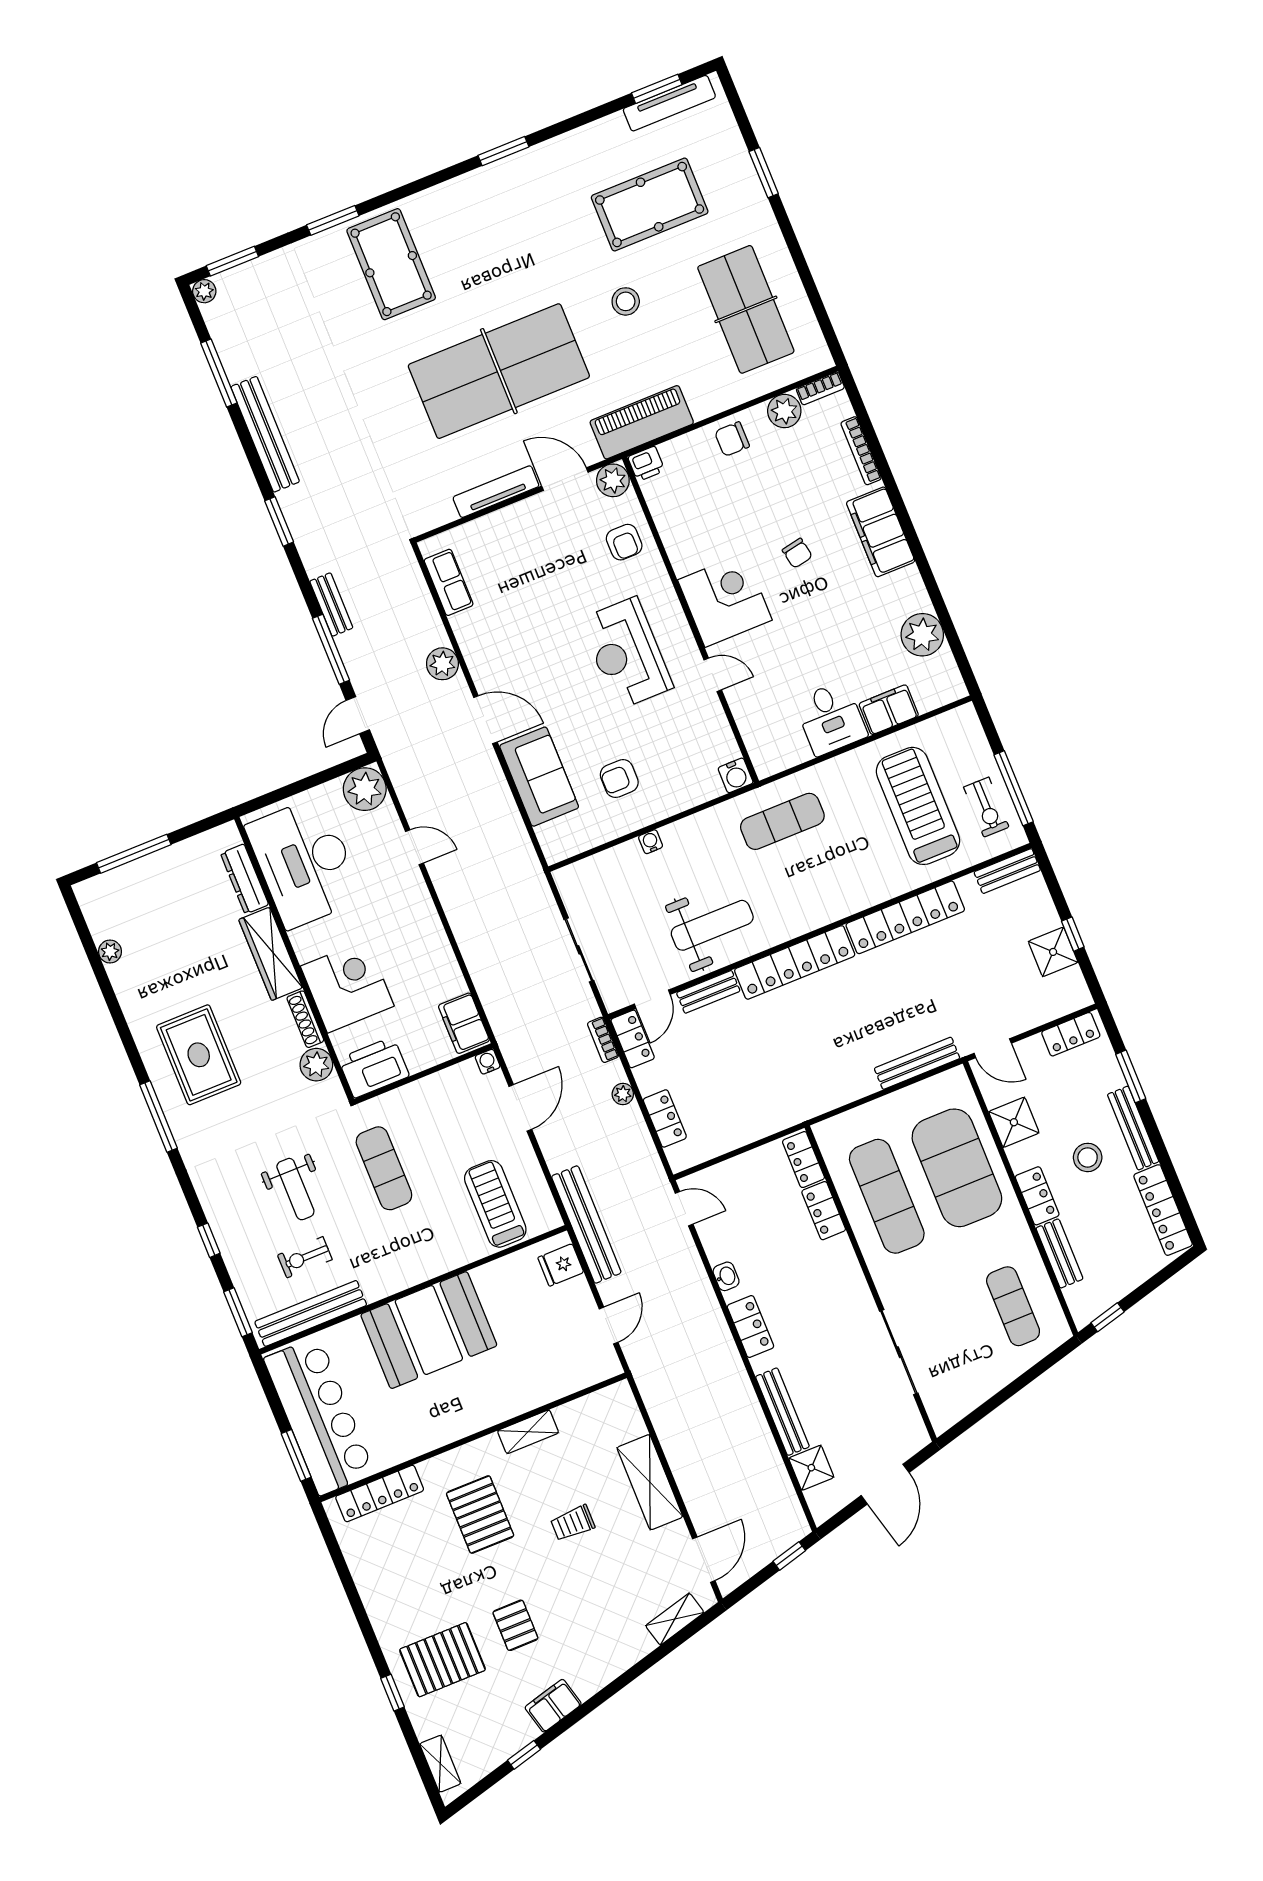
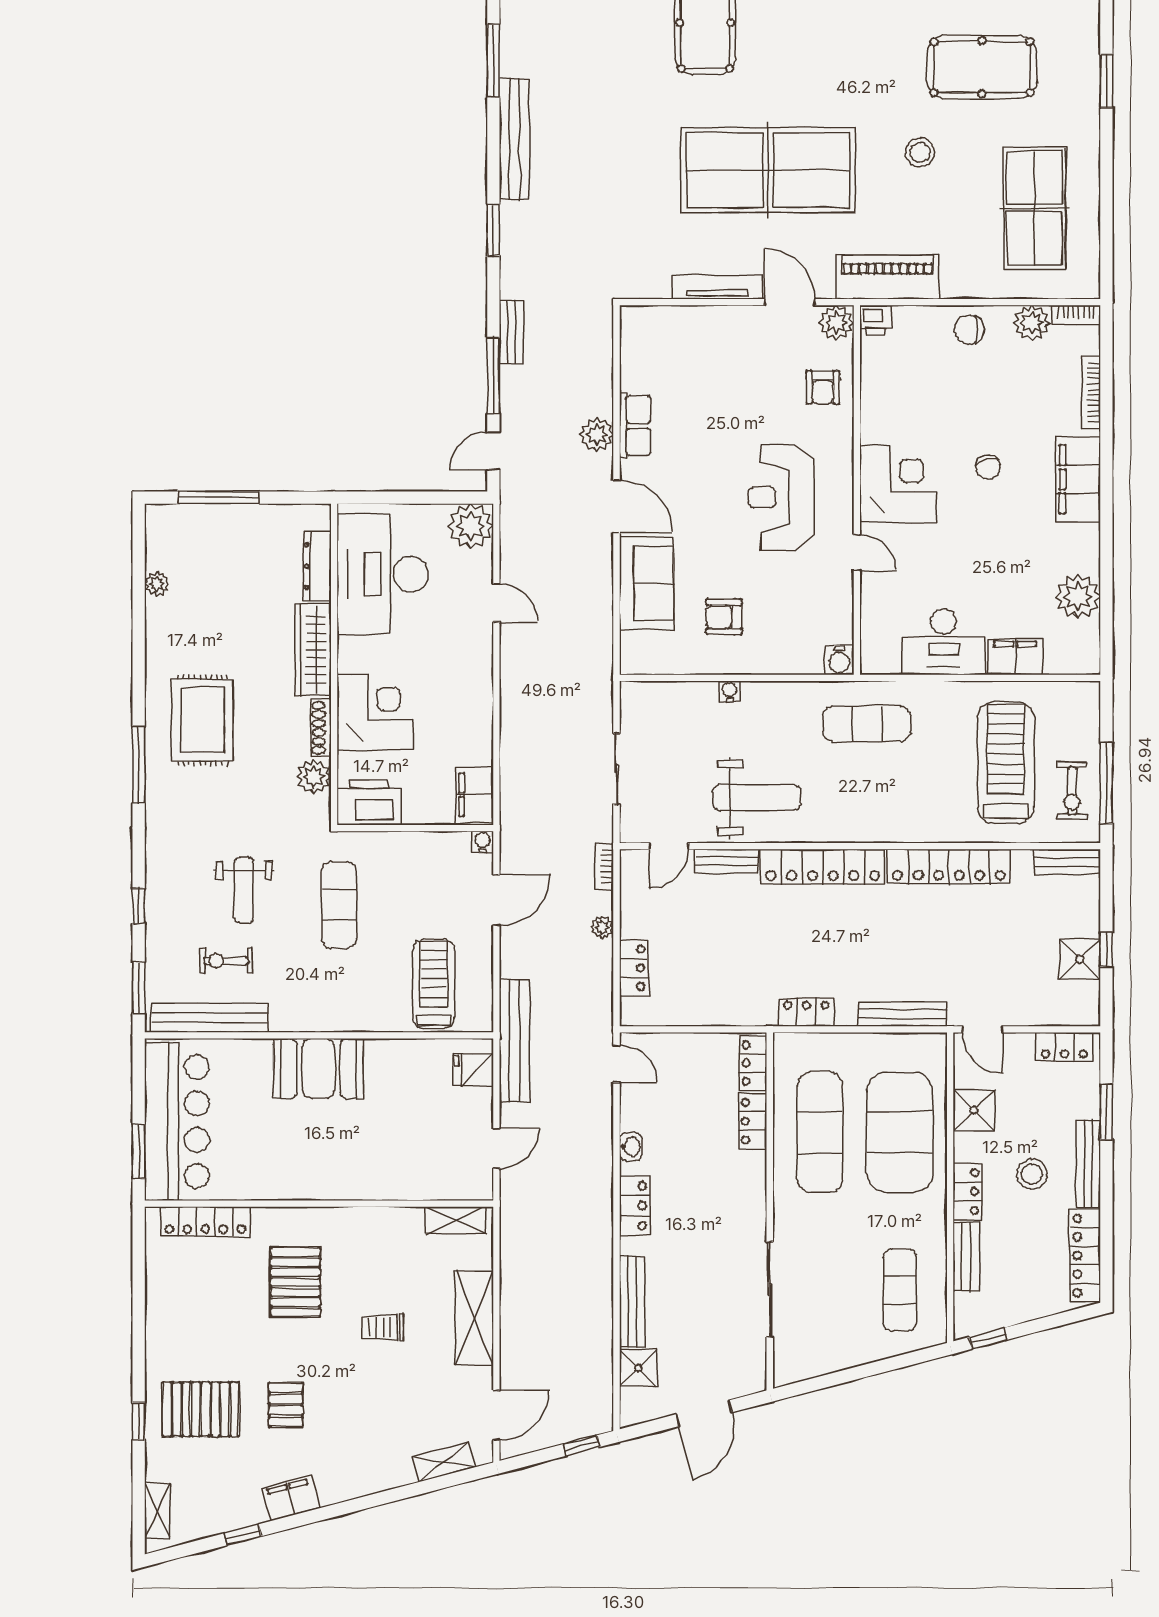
row of seats: (449, 582) -> (635, 426), moved
desk: (831, 718) -> (944, 642), width x1.37
locker: (633, 1039) -> (806, 1012), moved, turned -90
booth: (429, 1330) -> (318, 1068), width x0.73, depth x0.70
shelving: (528, 1432) -> (456, 1220), moved

